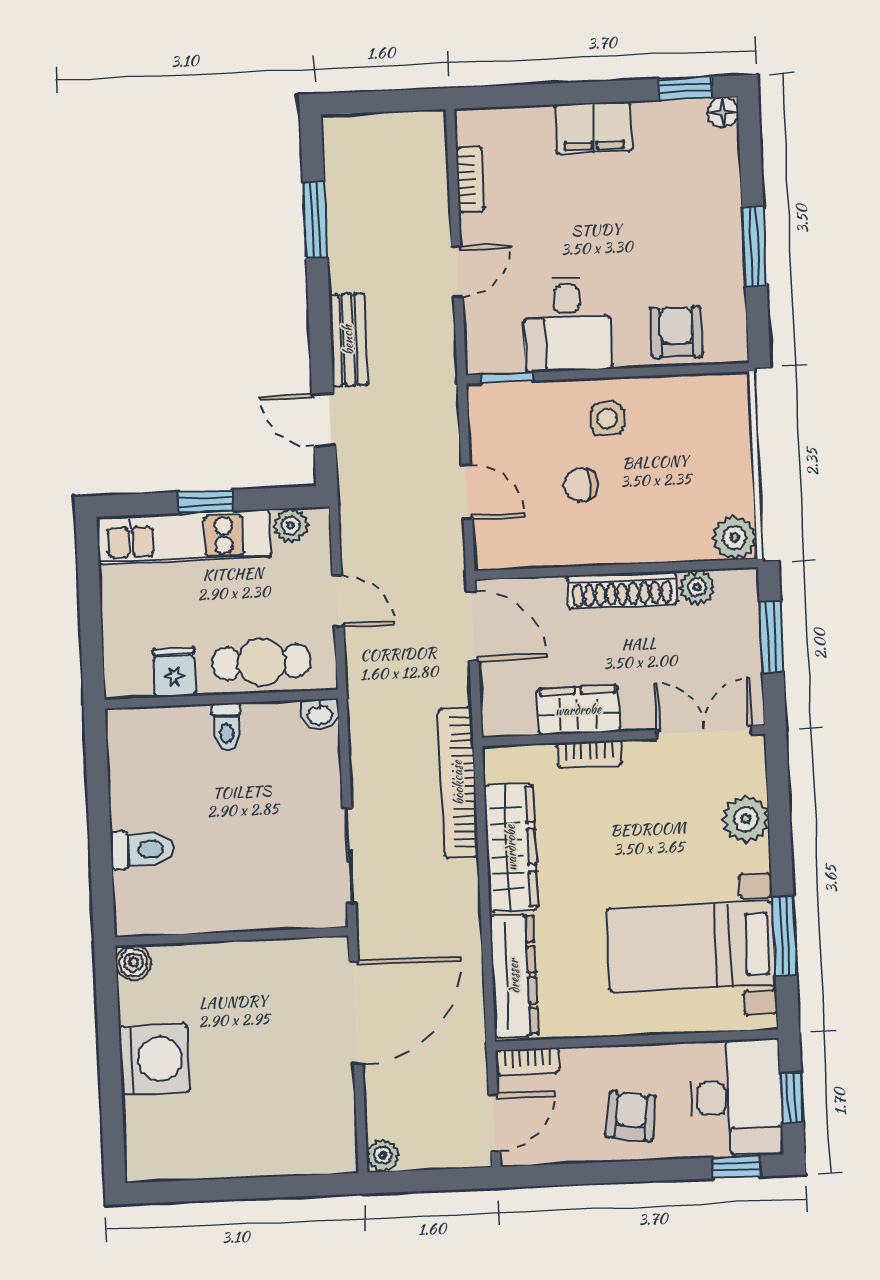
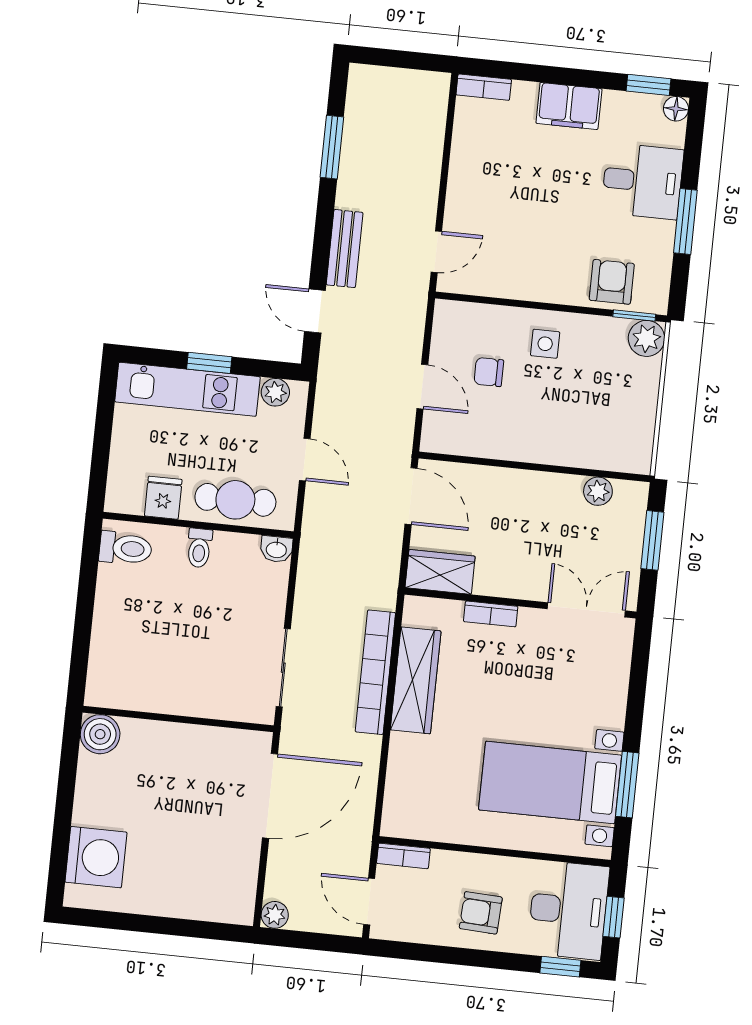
bookcase: (470, 179) -> (484, 87), moved, turned 90
door: (457, 272) -> (436, 252), moved
desk: (567, 324) -> (642, 181), moved, turned -90
window: (508, 378) -> (634, 316), moved
chair: (581, 485) -> (489, 372), moved
plant: (735, 538) -> (646, 338), moved
shoe rack: (622, 590) -> (537, 484), removed
wardrobe: (578, 710) -> (440, 572), moved
bookcase: (458, 783) -> (375, 672), moved
plant: (746, 819) -> (610, 685), removed
toilet: (142, 850) -> (125, 548), moved
boiler: (133, 963) -> (100, 734), width x1.36, depth x1.36
dresser: (514, 976) -> (403, 785), removed
washing machine: (154, 1059) -> (96, 857), moved
armchair: (631, 1116) -> (481, 913), turned -95
door: (494, 1123) -> (369, 902), swing flipped

